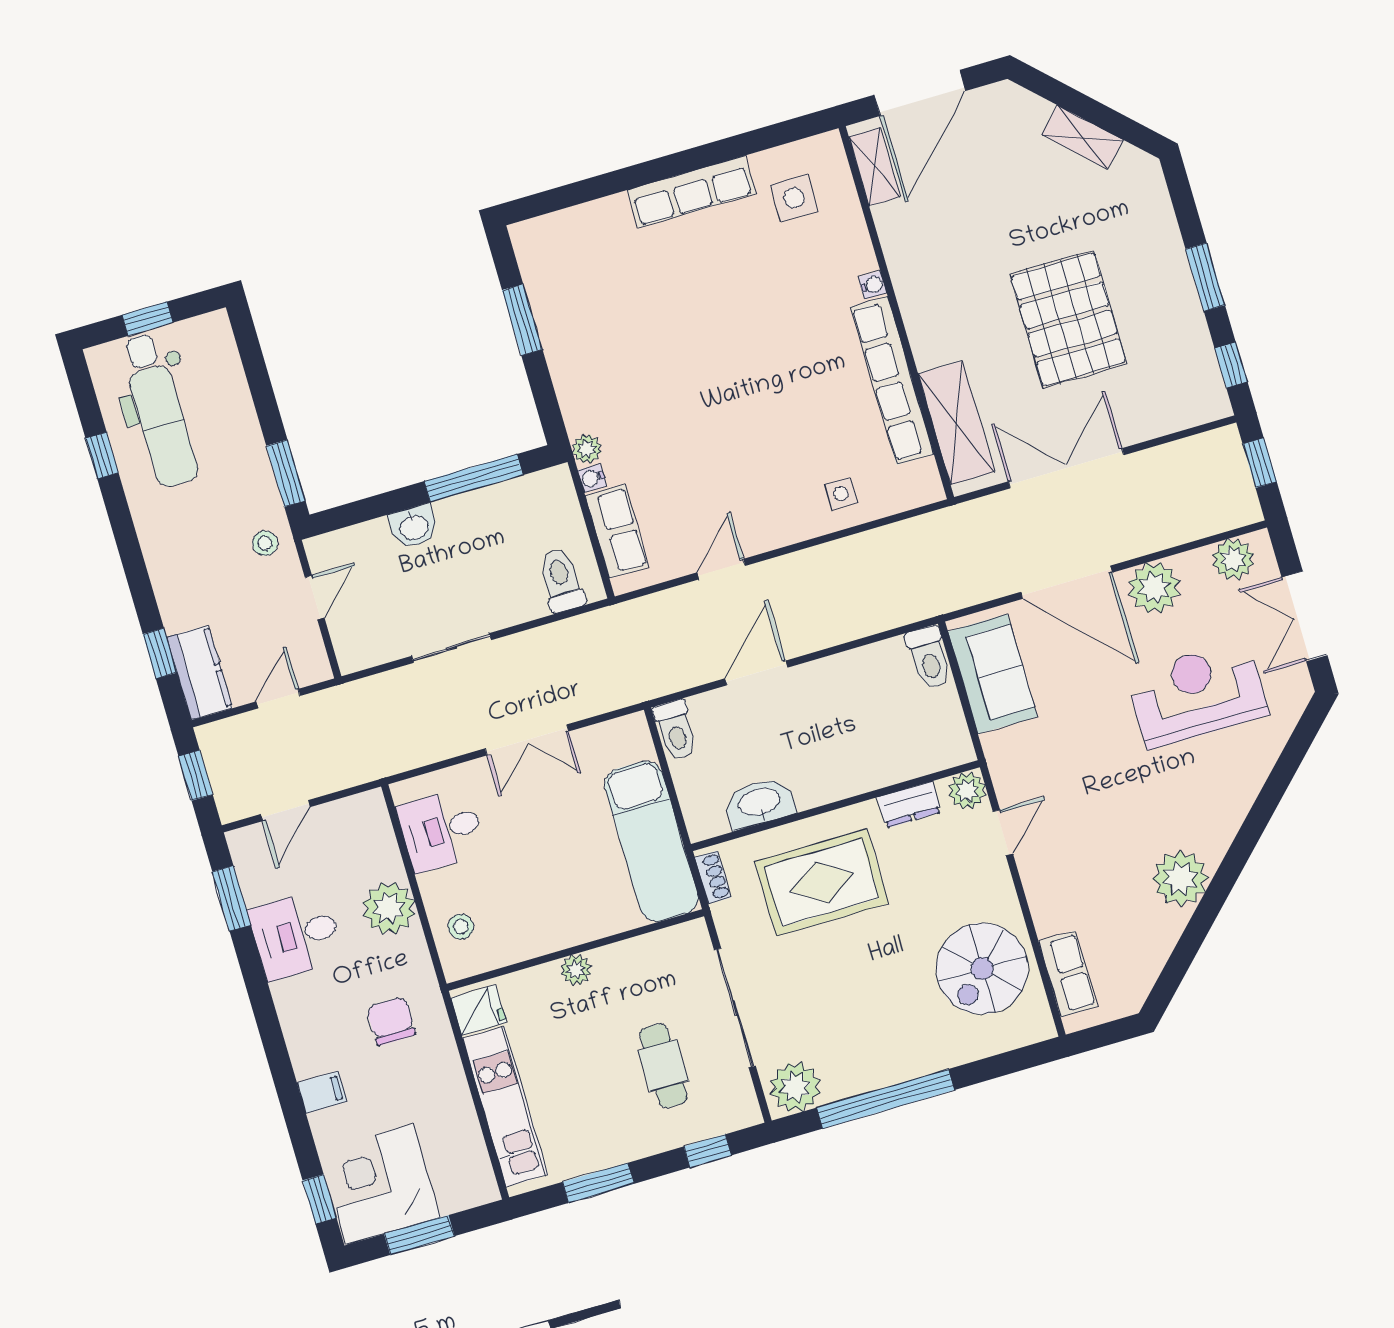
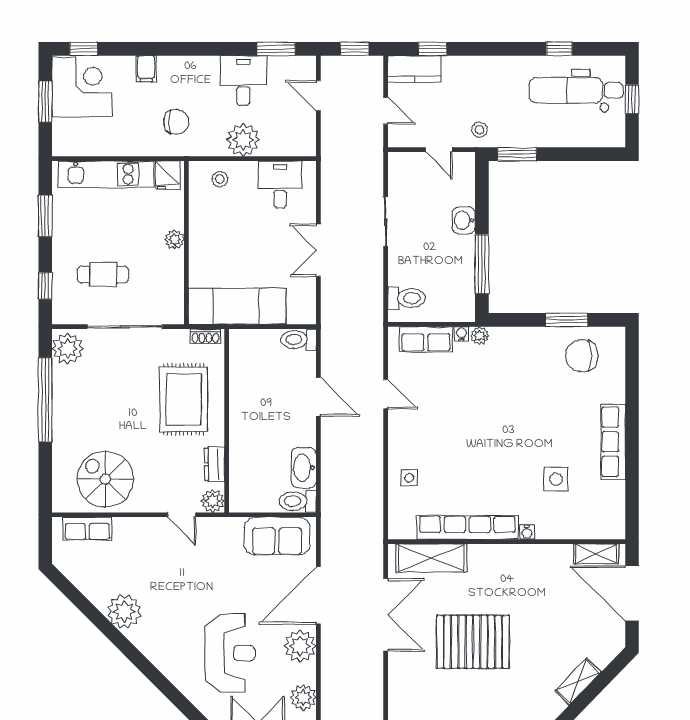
side table: (794, 198) -> (556, 479), moved
chair: (571, 280) -> (582, 356), added
washbasin: (759, 803) -> (304, 468), moved, turned 180

